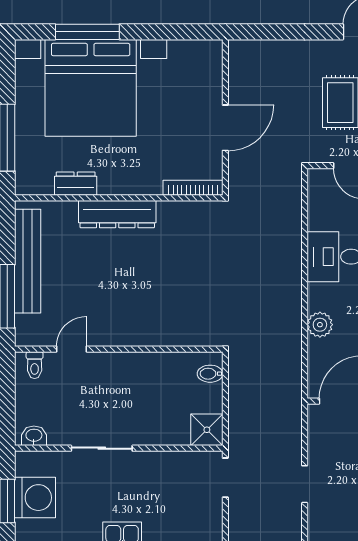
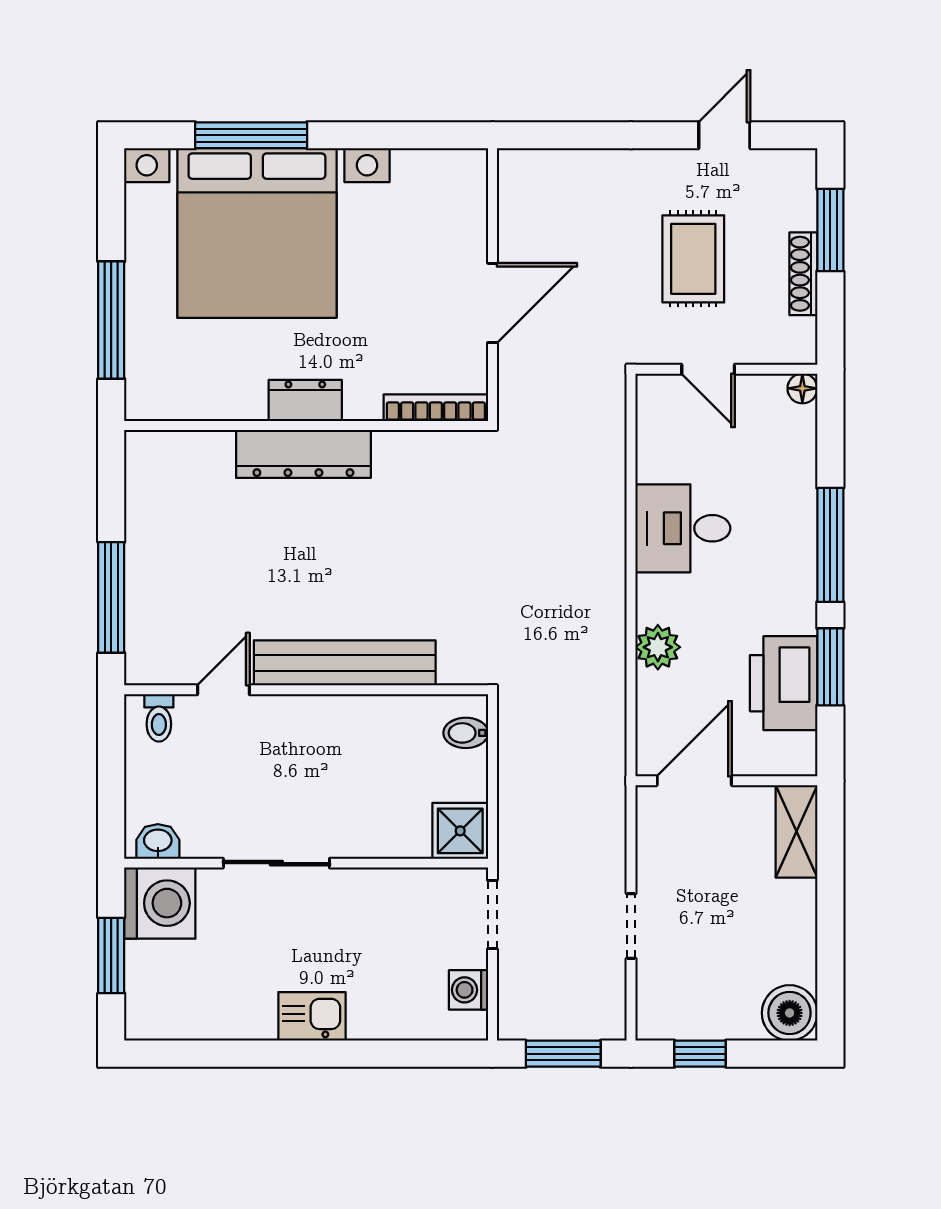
dresser: (76, 184) -> (305, 401), moved
bench: (28, 261) -> (345, 663), moved, turned 90
washing machine: (35, 498) -> (160, 903), moved
washing machine: (212, 521) -> (468, 990), added

